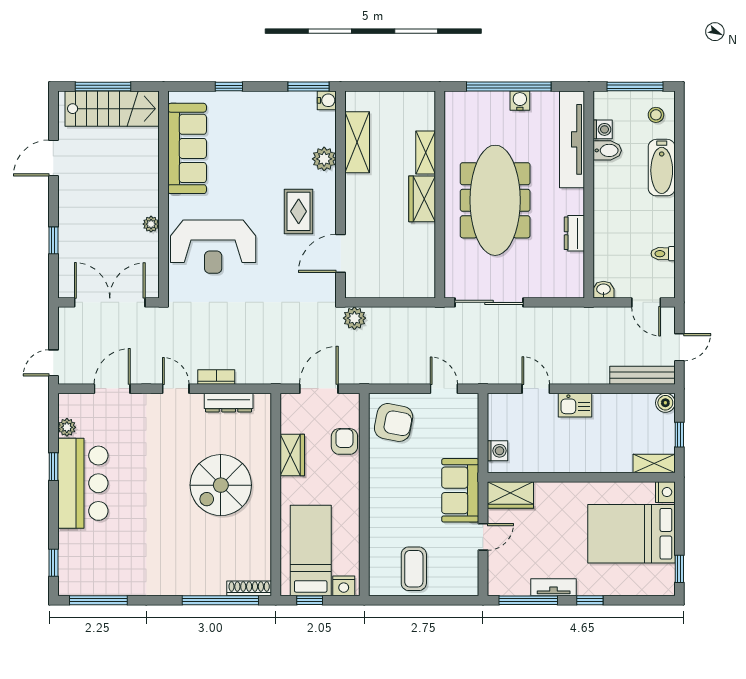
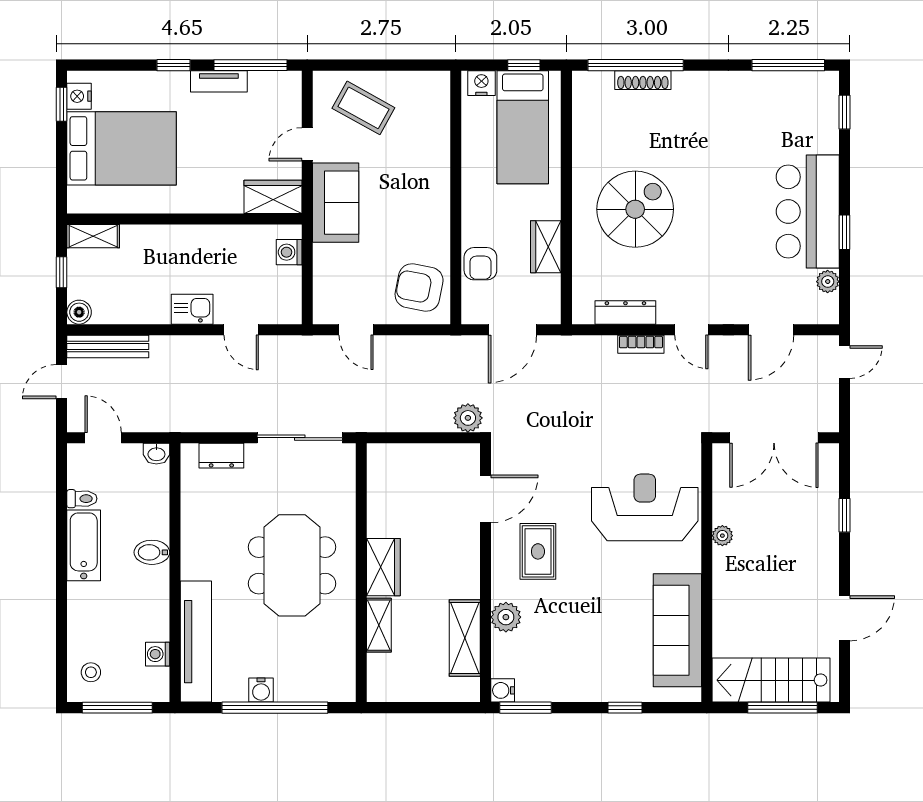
bidet: (607, 150) -> (152, 552), moved
bathtub: (662, 168) -> (84, 545), moved
meeting table: (495, 200) -> (292, 565), width x0.73
dresser: (574, 233) -> (221, 456), moved, turned 90
nightstand: (665, 492) -> (79, 96), moved
coffee table: (414, 569) -> (363, 108), moved, turned -61
shoe rack: (249, 588) -> (643, 80), moved

